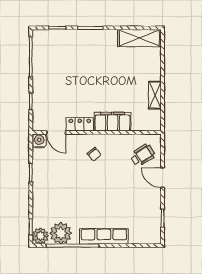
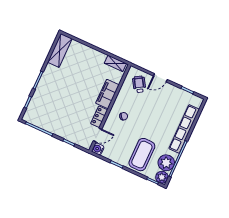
shelving: (155, 95) -> (115, 63), moved
coffee table: (57, 199) -> (142, 155), added
row of seats: (104, 236) -> (184, 129), width x1.36

